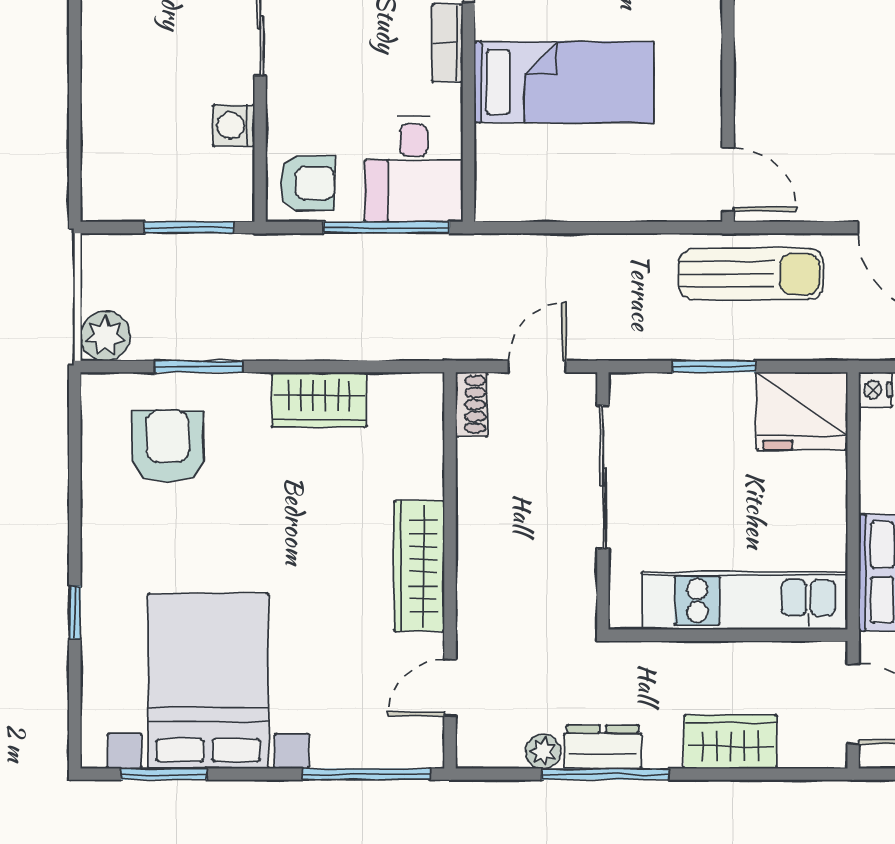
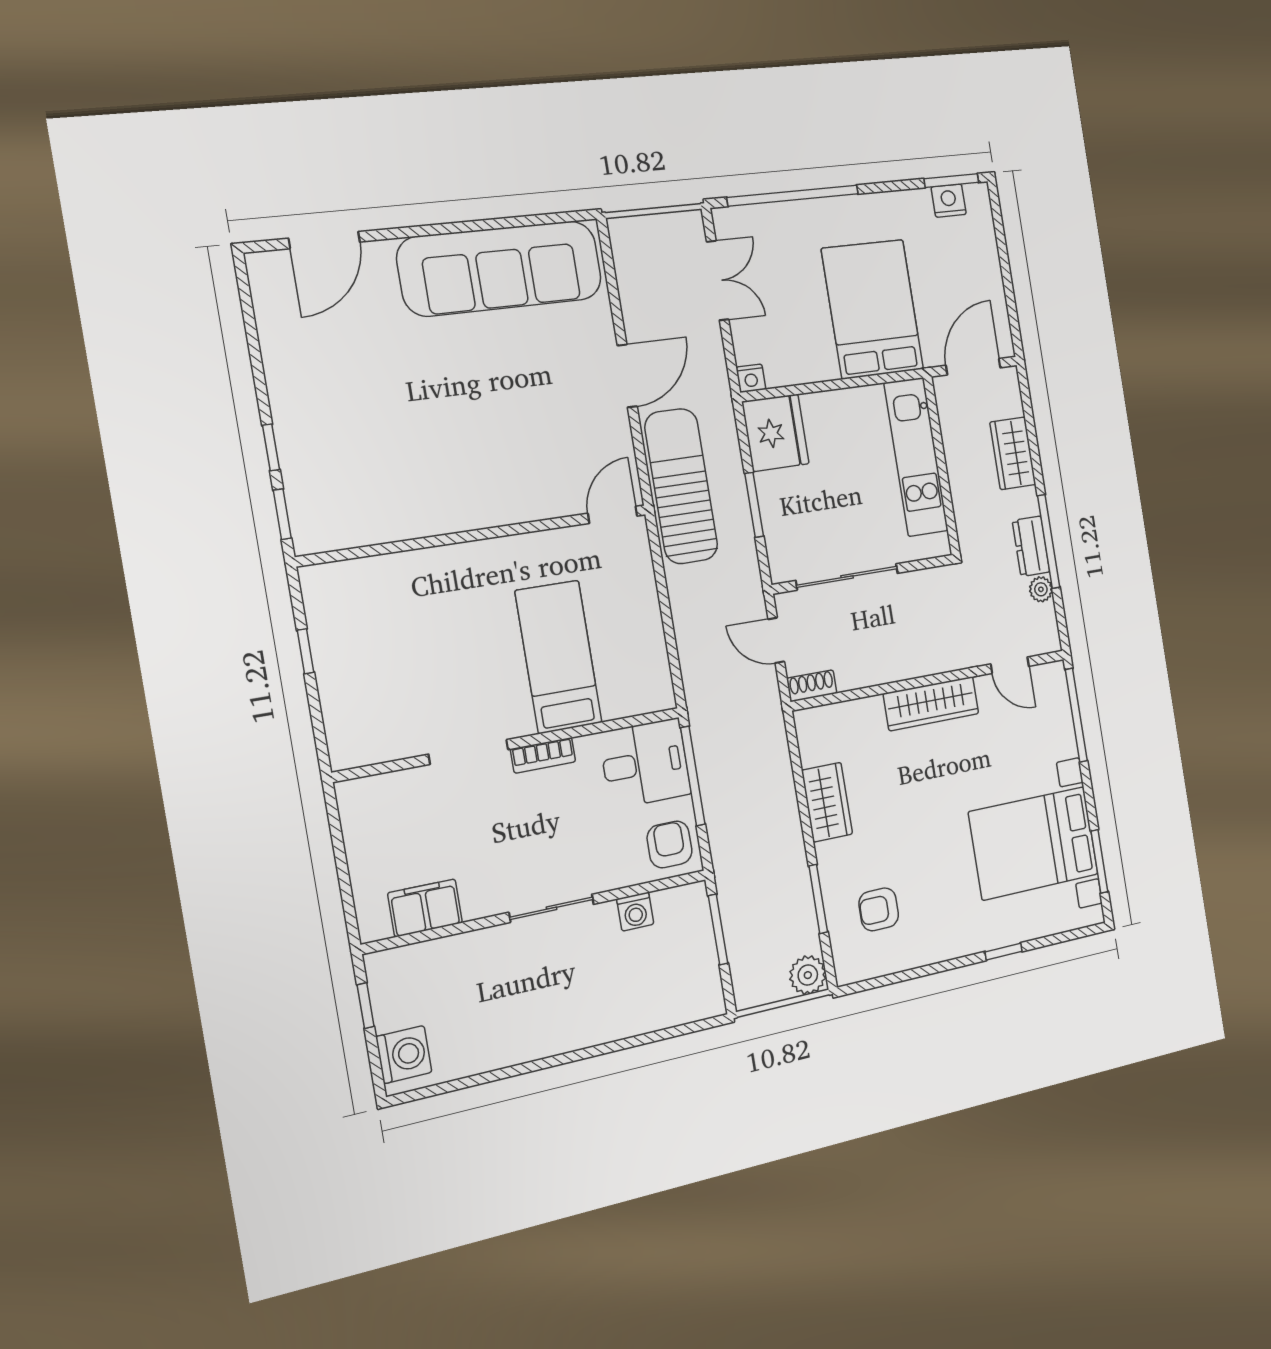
sun lounger: (751, 274) -> (681, 486), width x1.36, depth x1.34
armchair: (168, 446) -> (879, 909), width x0.72, depth x0.72

